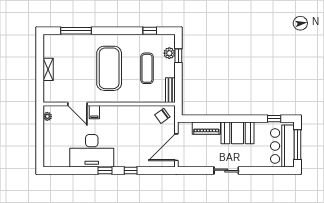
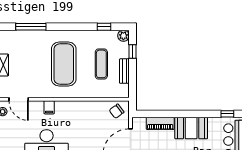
plant: (169, 53) -> (123, 36), moved
bench: (170, 90) -> (124, 71), moved
door: (78, 104) -> (19, 99), moved

